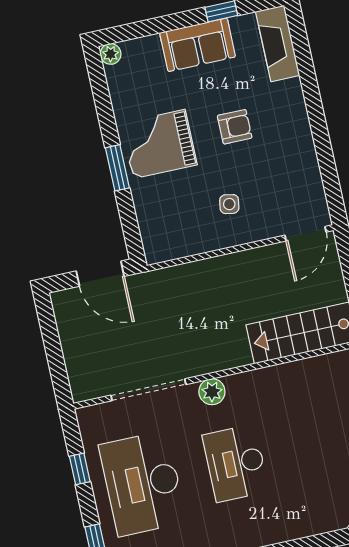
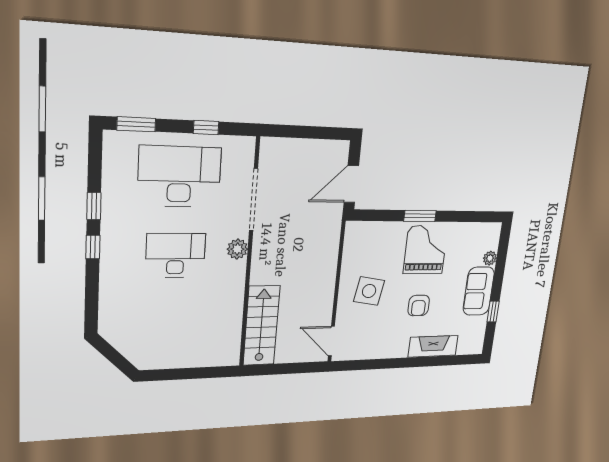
fireplace: (278, 43) -> (433, 346), moved
plant: (111, 54) -> (490, 258), moved
side table: (229, 204) -> (369, 291), width x1.87, depth x1.87

